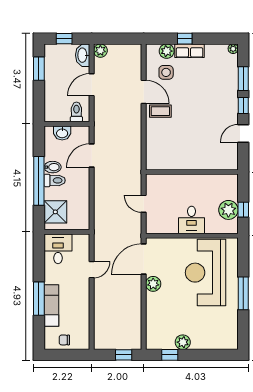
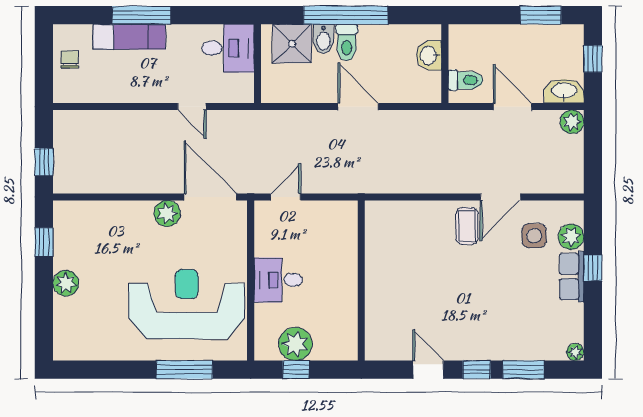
door: (92, 156) -> (358, 107), moved
bidet: (53, 167) -> (323, 39), moved
door: (144, 204) -> (286, 197), moved
window: (243, 293) -> (184, 370), moved
plant: (183, 342) -> (66, 283), moved

